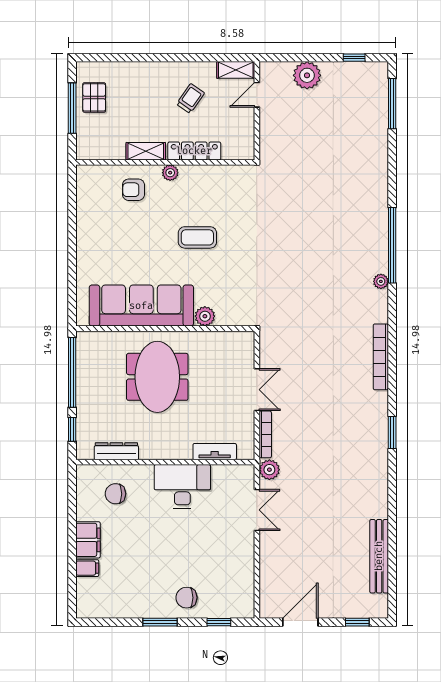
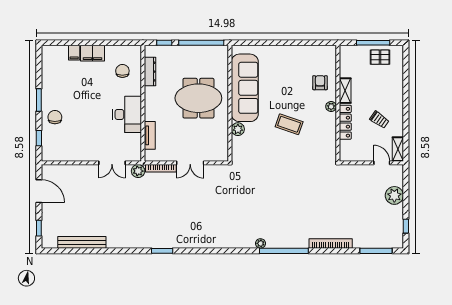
coffee table: (197, 237) -> (289, 124), turned -71
bookcase: (381, 357) -> (331, 243), moved

